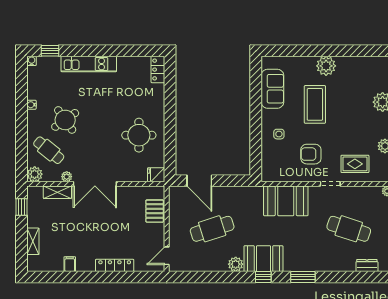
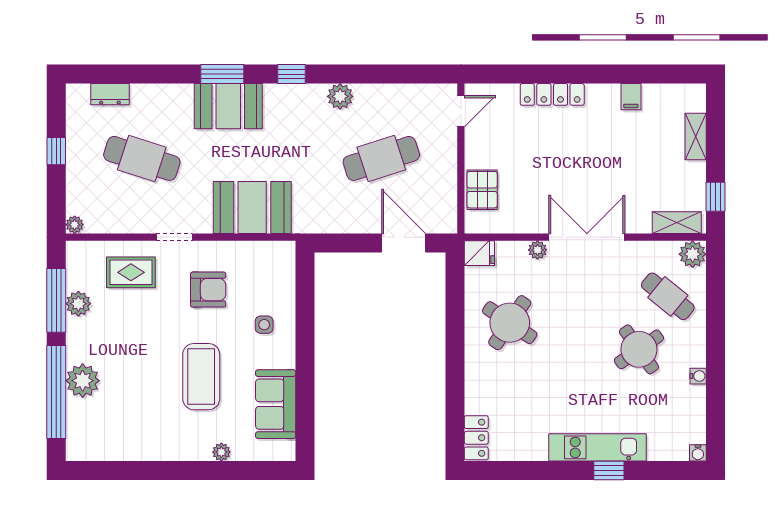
window: (50, 51) -> (609, 470), moved
plant: (326, 66) -> (221, 452), moved, width x0.53, depth x0.53
round table: (139, 135) -> (510, 323), turned 34
plant: (67, 177) -> (538, 250), moved
shelving: (57, 192) -> (677, 223), moved
booth: (263, 259) -> (228, 106), moved

